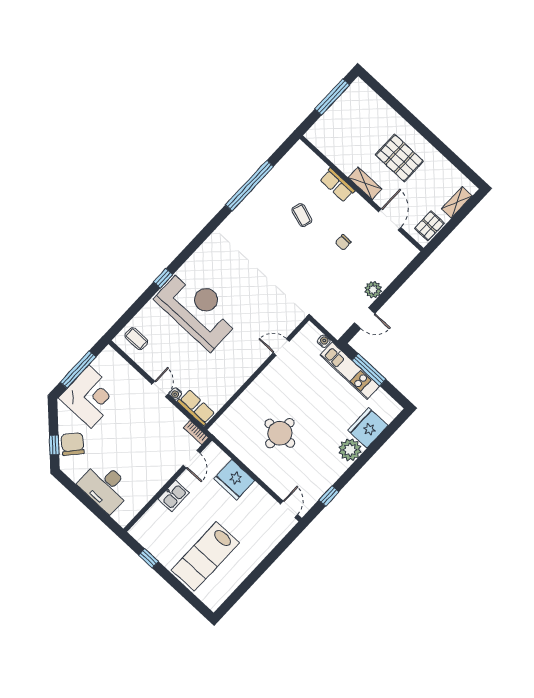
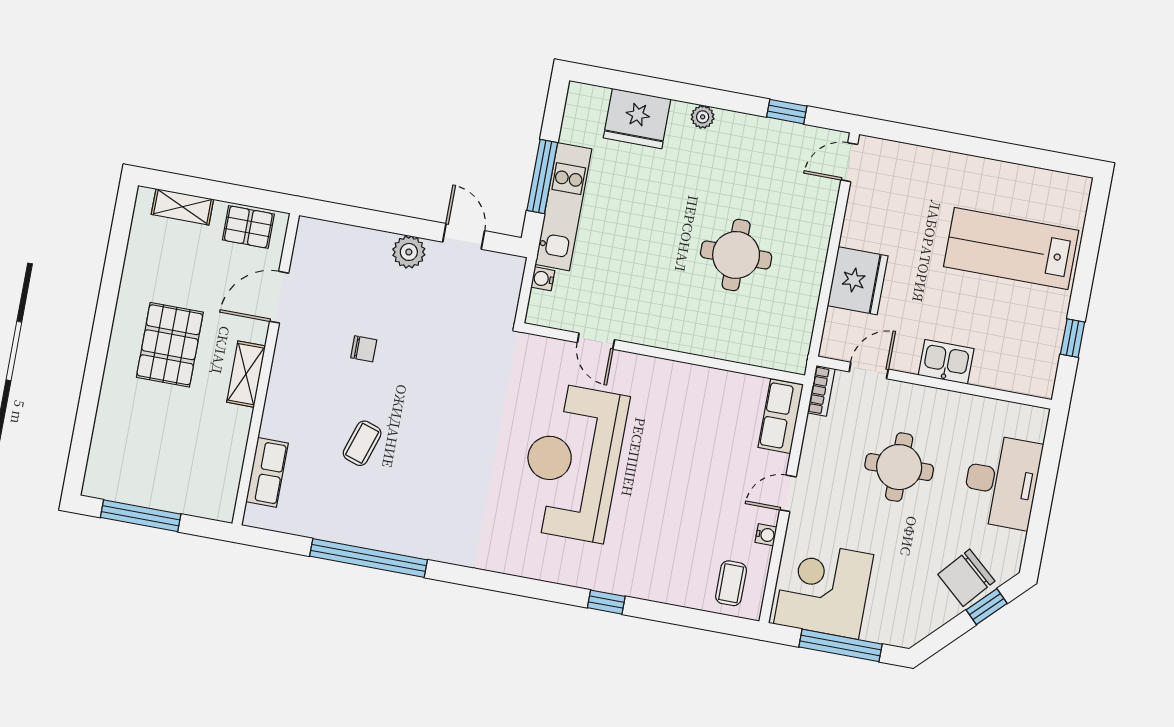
row of seats: (337, 185) -> (267, 472), moved
reception desk: (198, 309) -> (573, 462), moved
water cooler: (176, 394) -> (766, 535), moved
corner desk: (90, 397) -> (824, 589), moved
round table: (140, 446) -> (899, 467), added
plant: (350, 450) -> (703, 117), width x0.53, depth x0.53
lab bench: (205, 556) -> (1011, 248), turned 180

